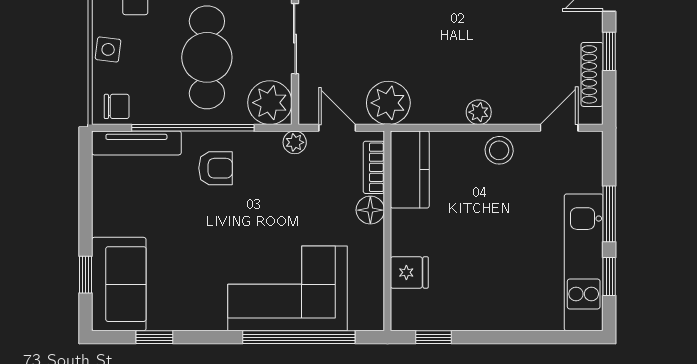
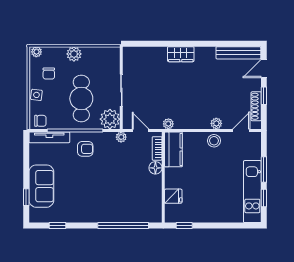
plant: (388, 103) -> (168, 124), width x0.53, depth x0.53
plant: (479, 112) -> (216, 123), moved
sofa: (119, 284) -> (41, 186), moved
corner sofa: (287, 288) -> (118, 203), removed

